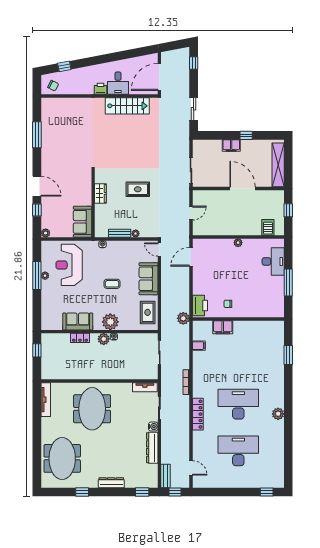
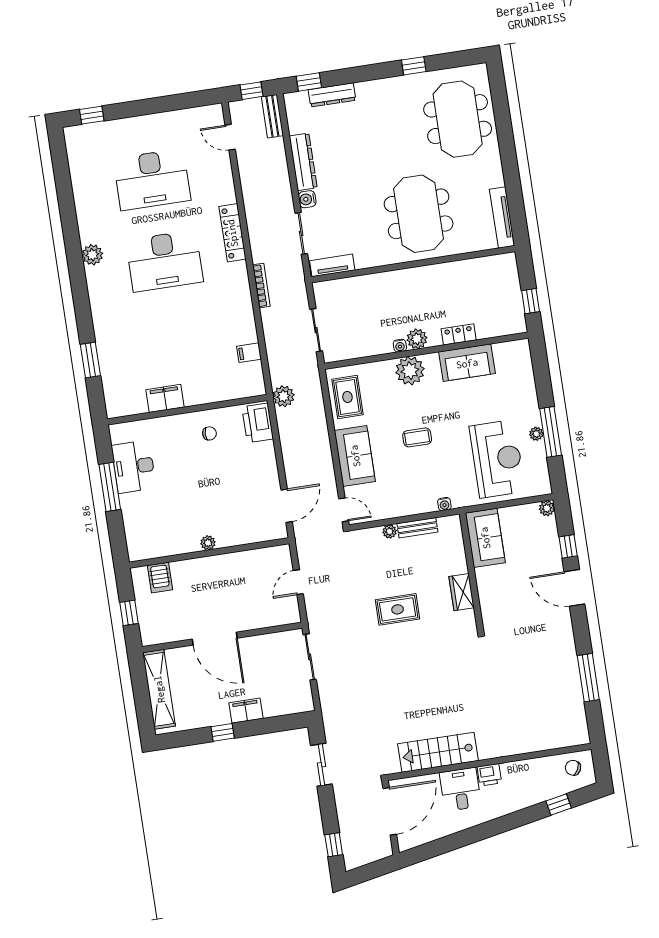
desk: (273, 261) -> (134, 467), moved
filing cabinet: (223, 327) -> (165, 398), moved
dresser: (111, 483) -> (332, 95), moved

